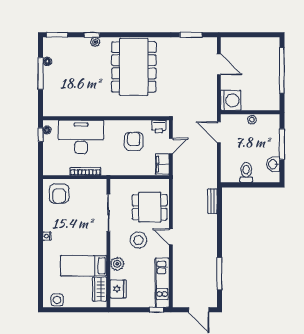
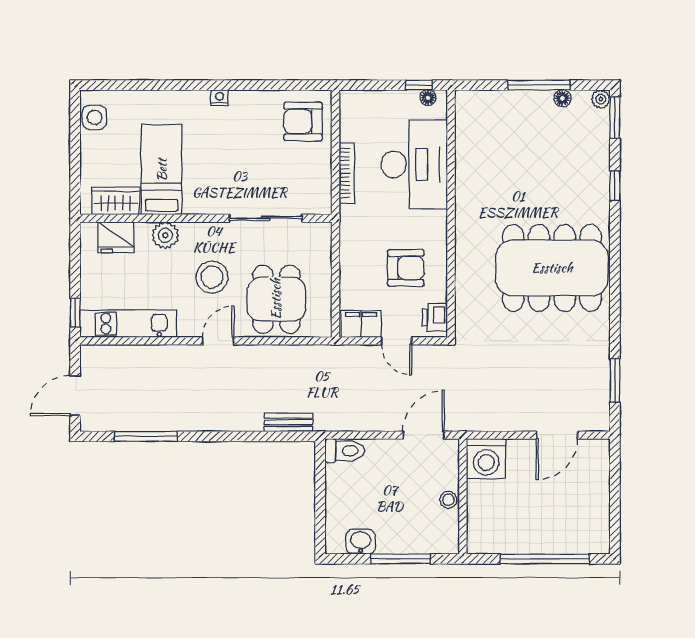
plant: (95, 42) -> (601, 99), moved
toilet: (246, 172) -> (345, 451), moved

